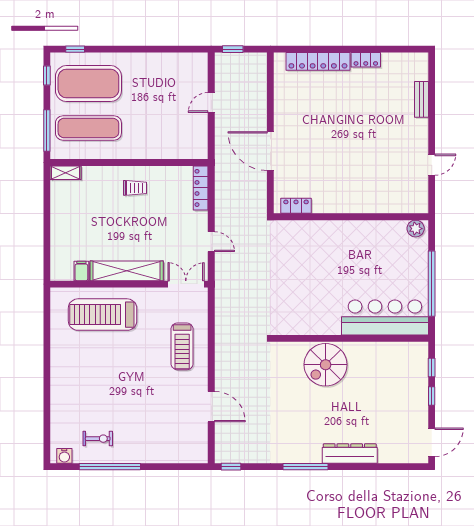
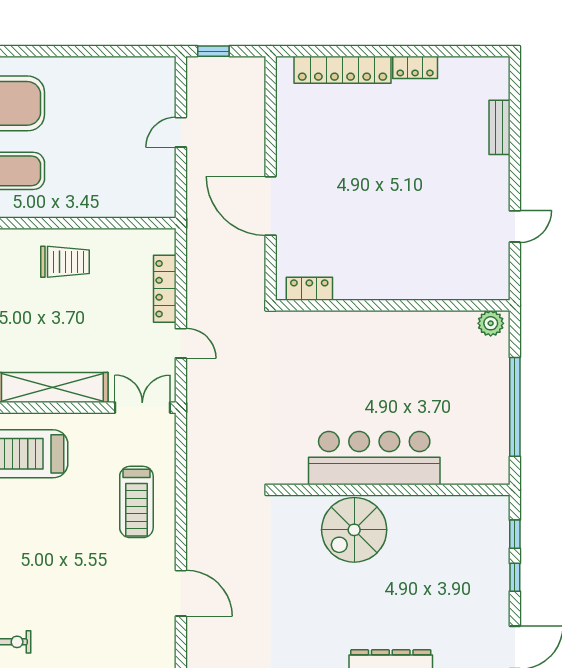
trolley: (135, 188) -> (65, 262), width x1.36, depth x1.39
locker: (201, 188) -> (165, 289), moved
bar counter: (385, 317) -> (374, 458), moved

